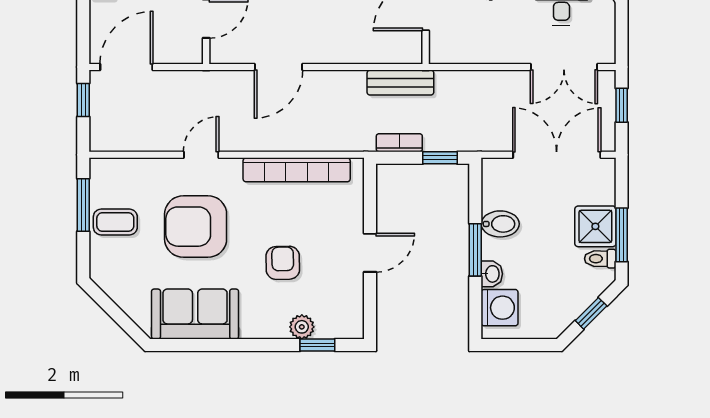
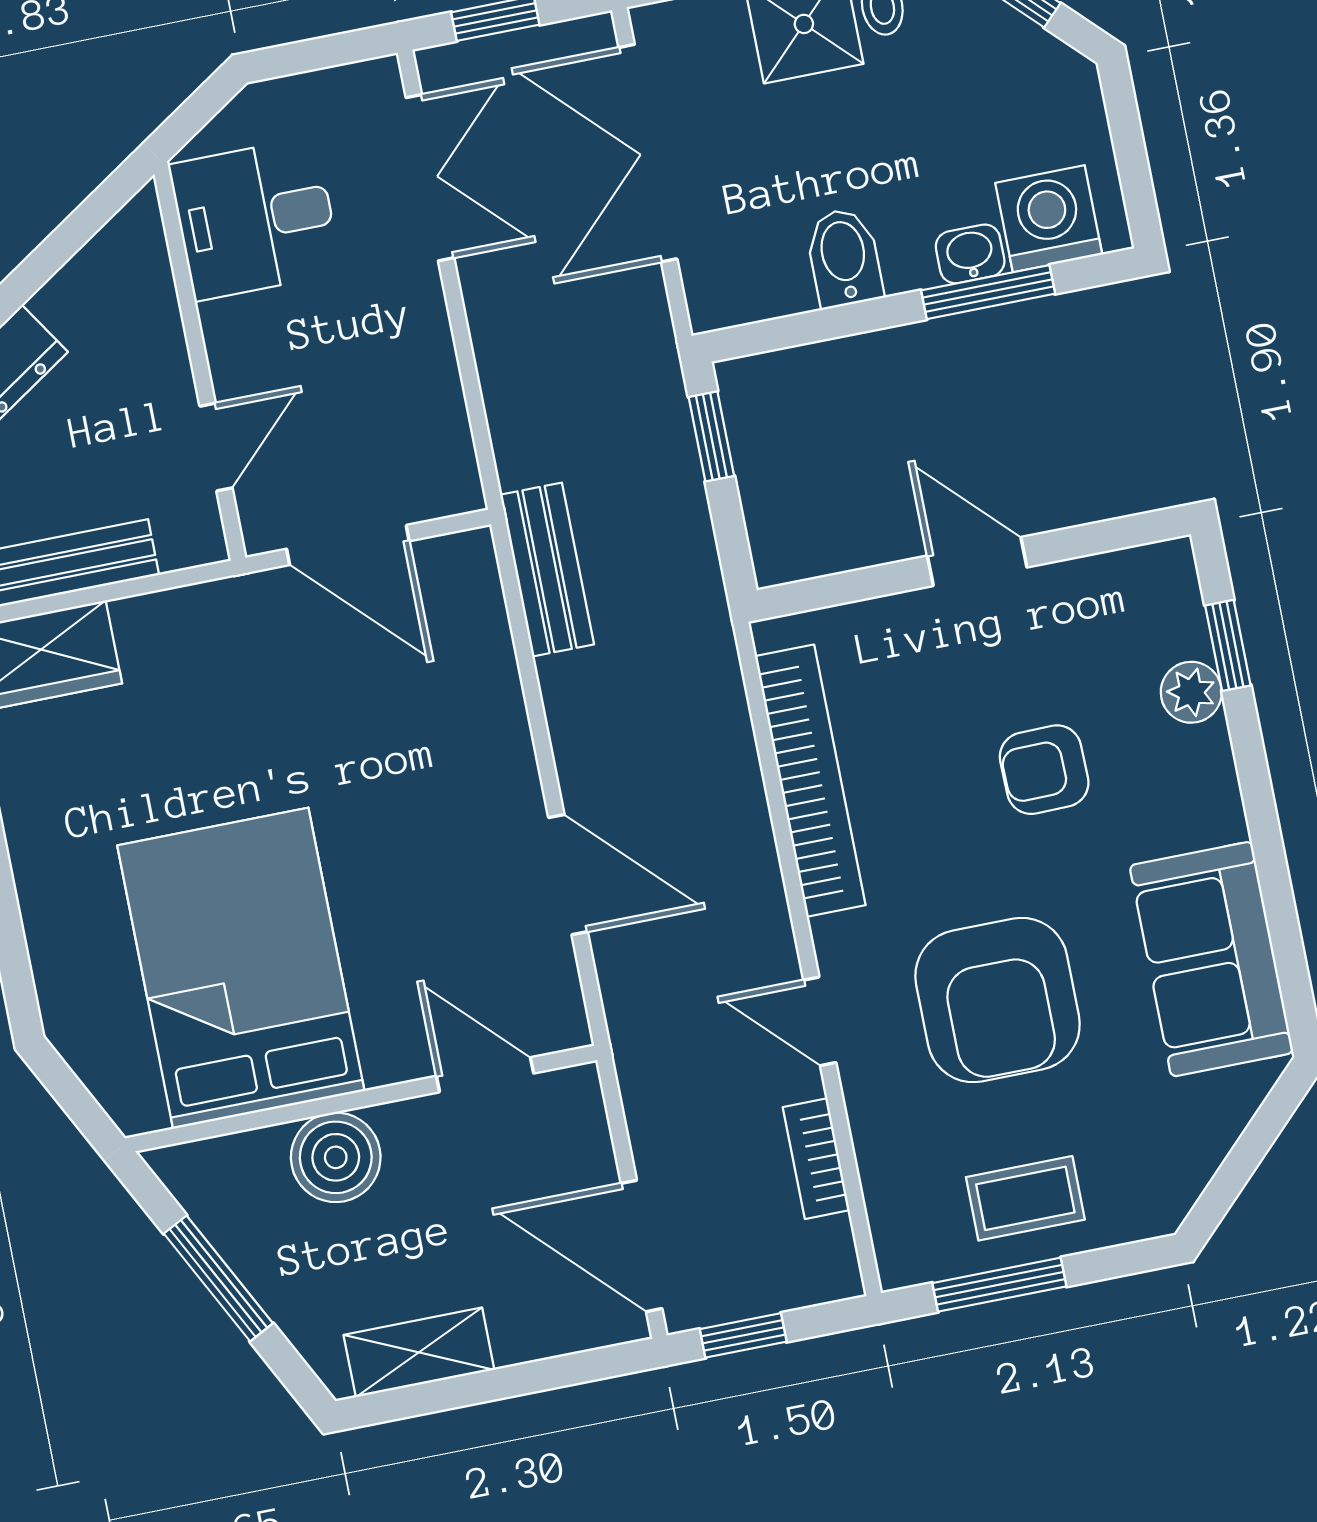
bookcase: (399, 143) -> (816, 1159), moved
coffee table: (115, 222) -> (1025, 1198), turned 90
window: (475, 250) -> (988, 292), moved

